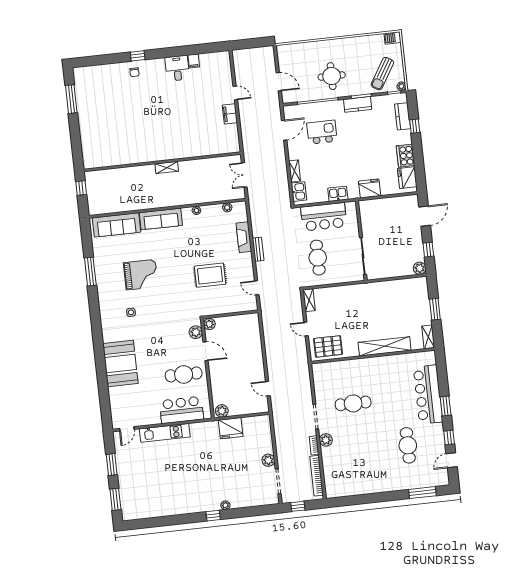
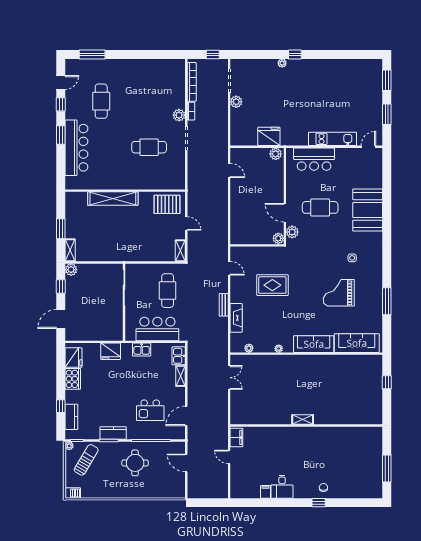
wall: (162, 162) -> (306, 426), moved
shelving: (167, 168) -> (303, 420), moved
shelving: (428, 337) -> (70, 250), moved
cafe table: (184, 374) -> (320, 207), moved

